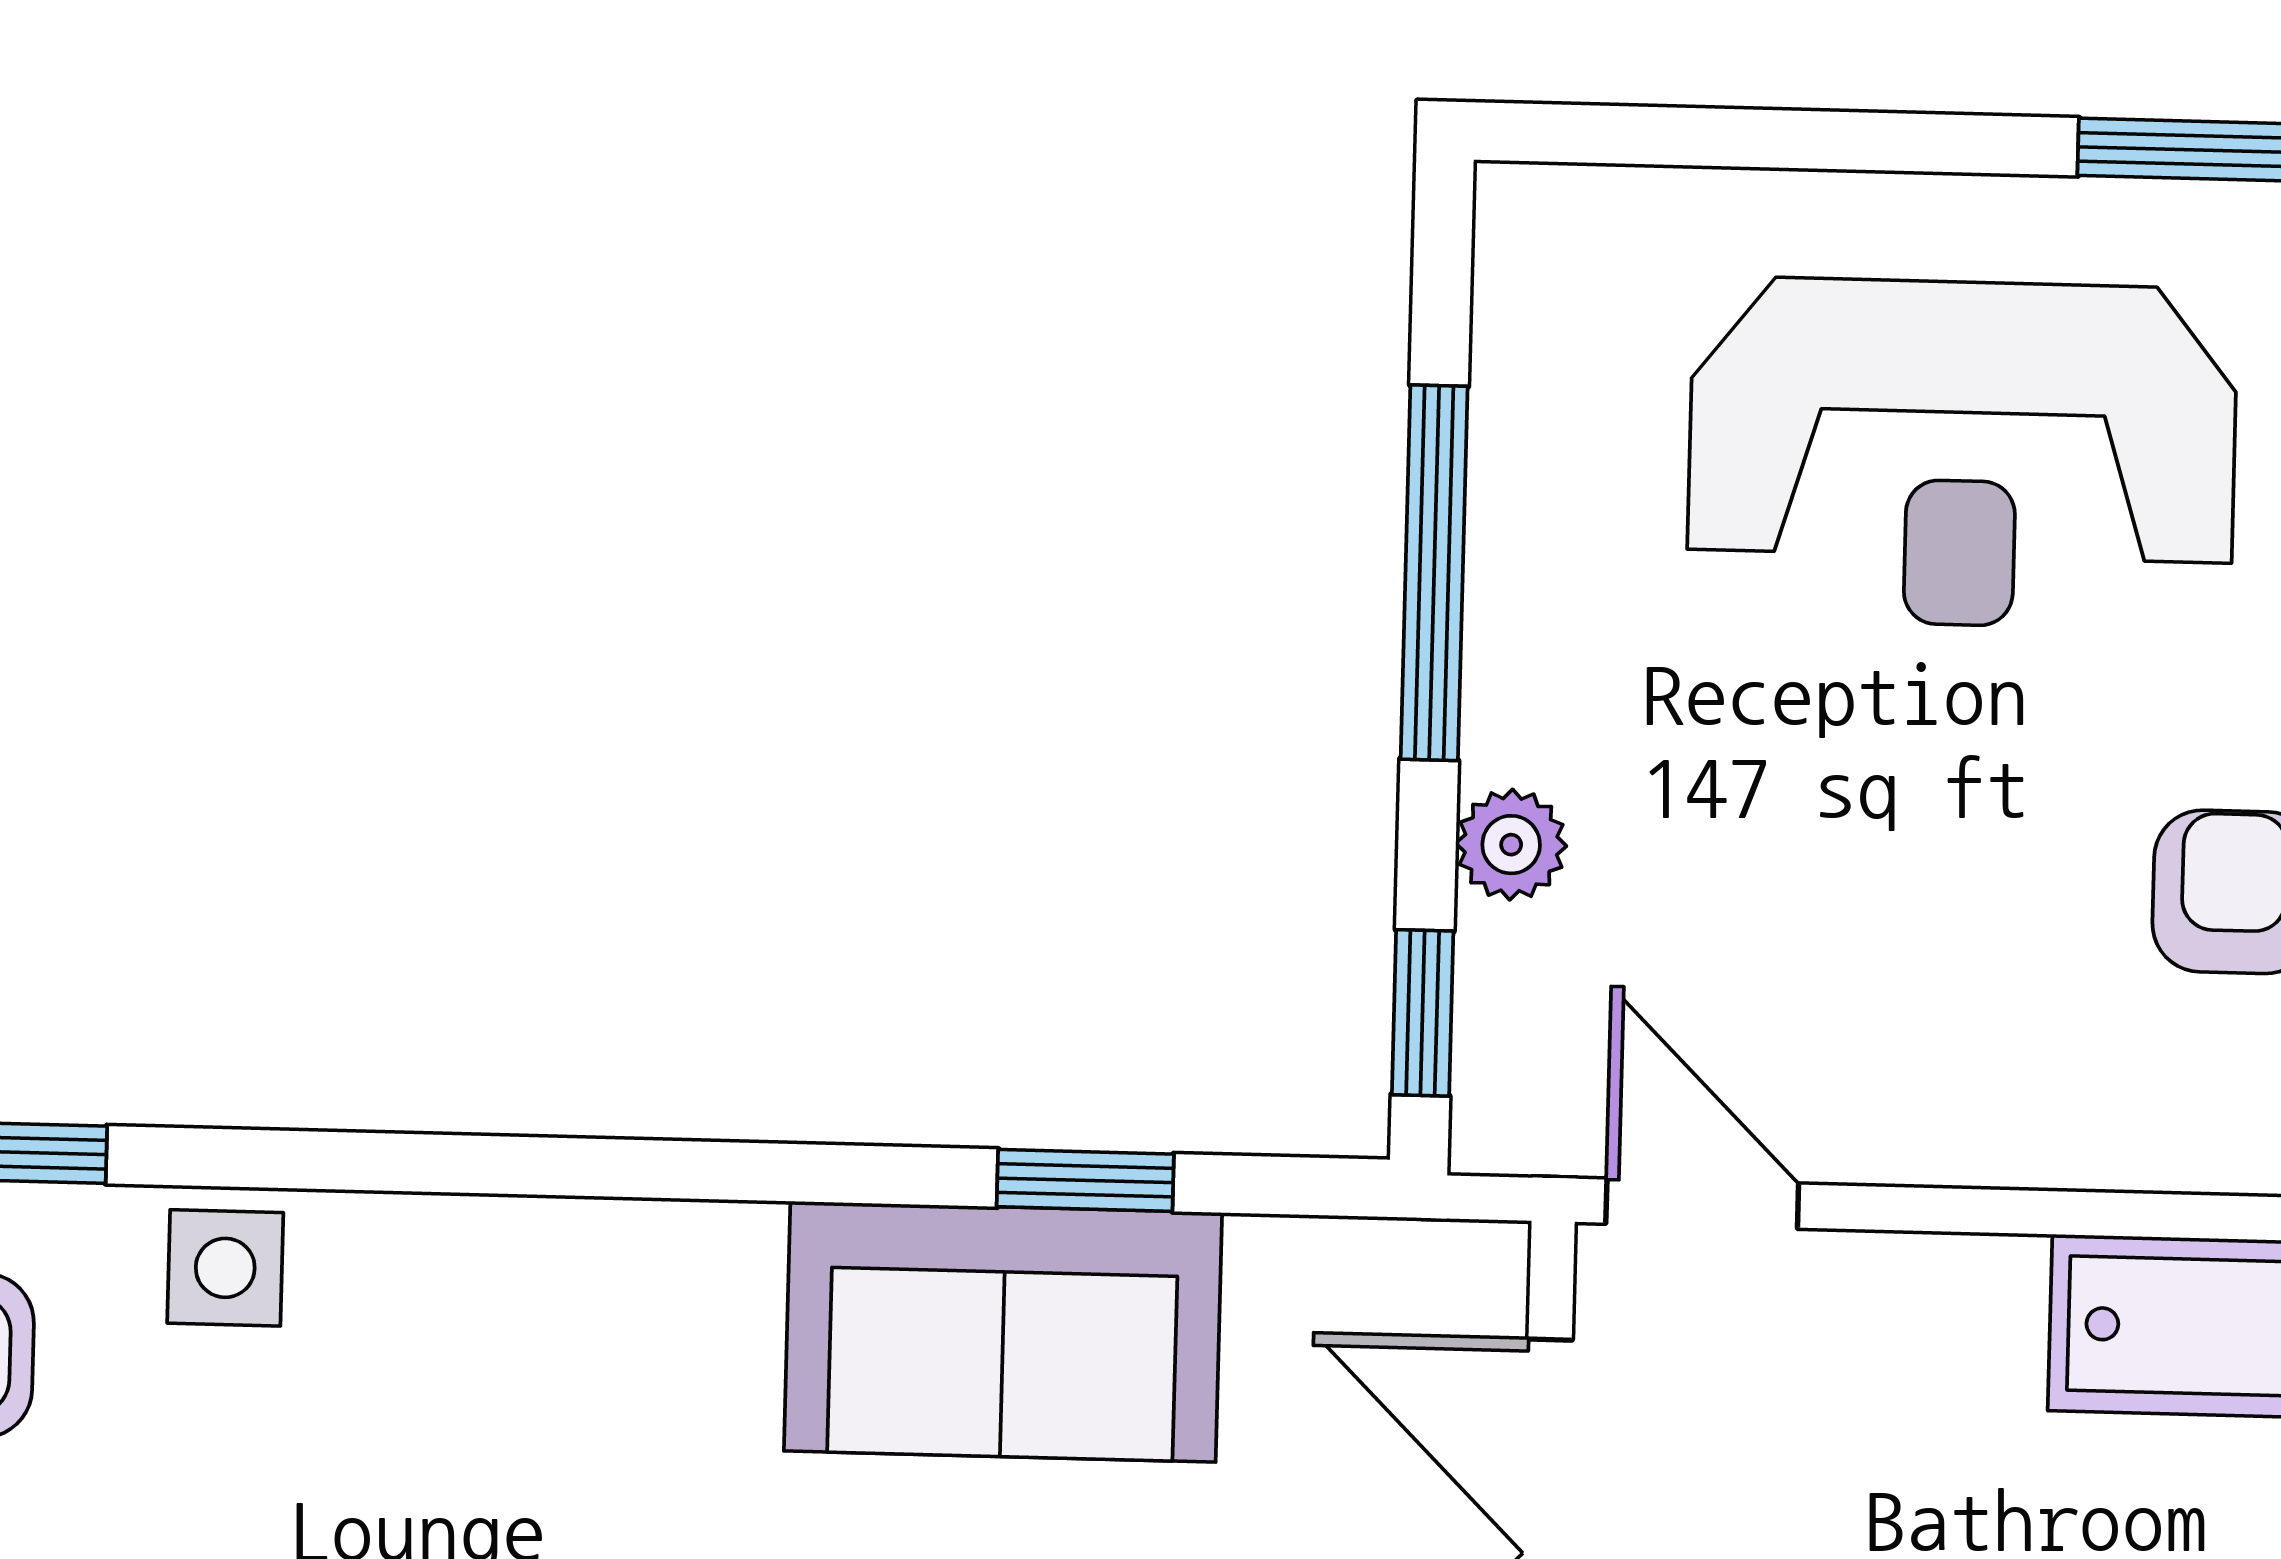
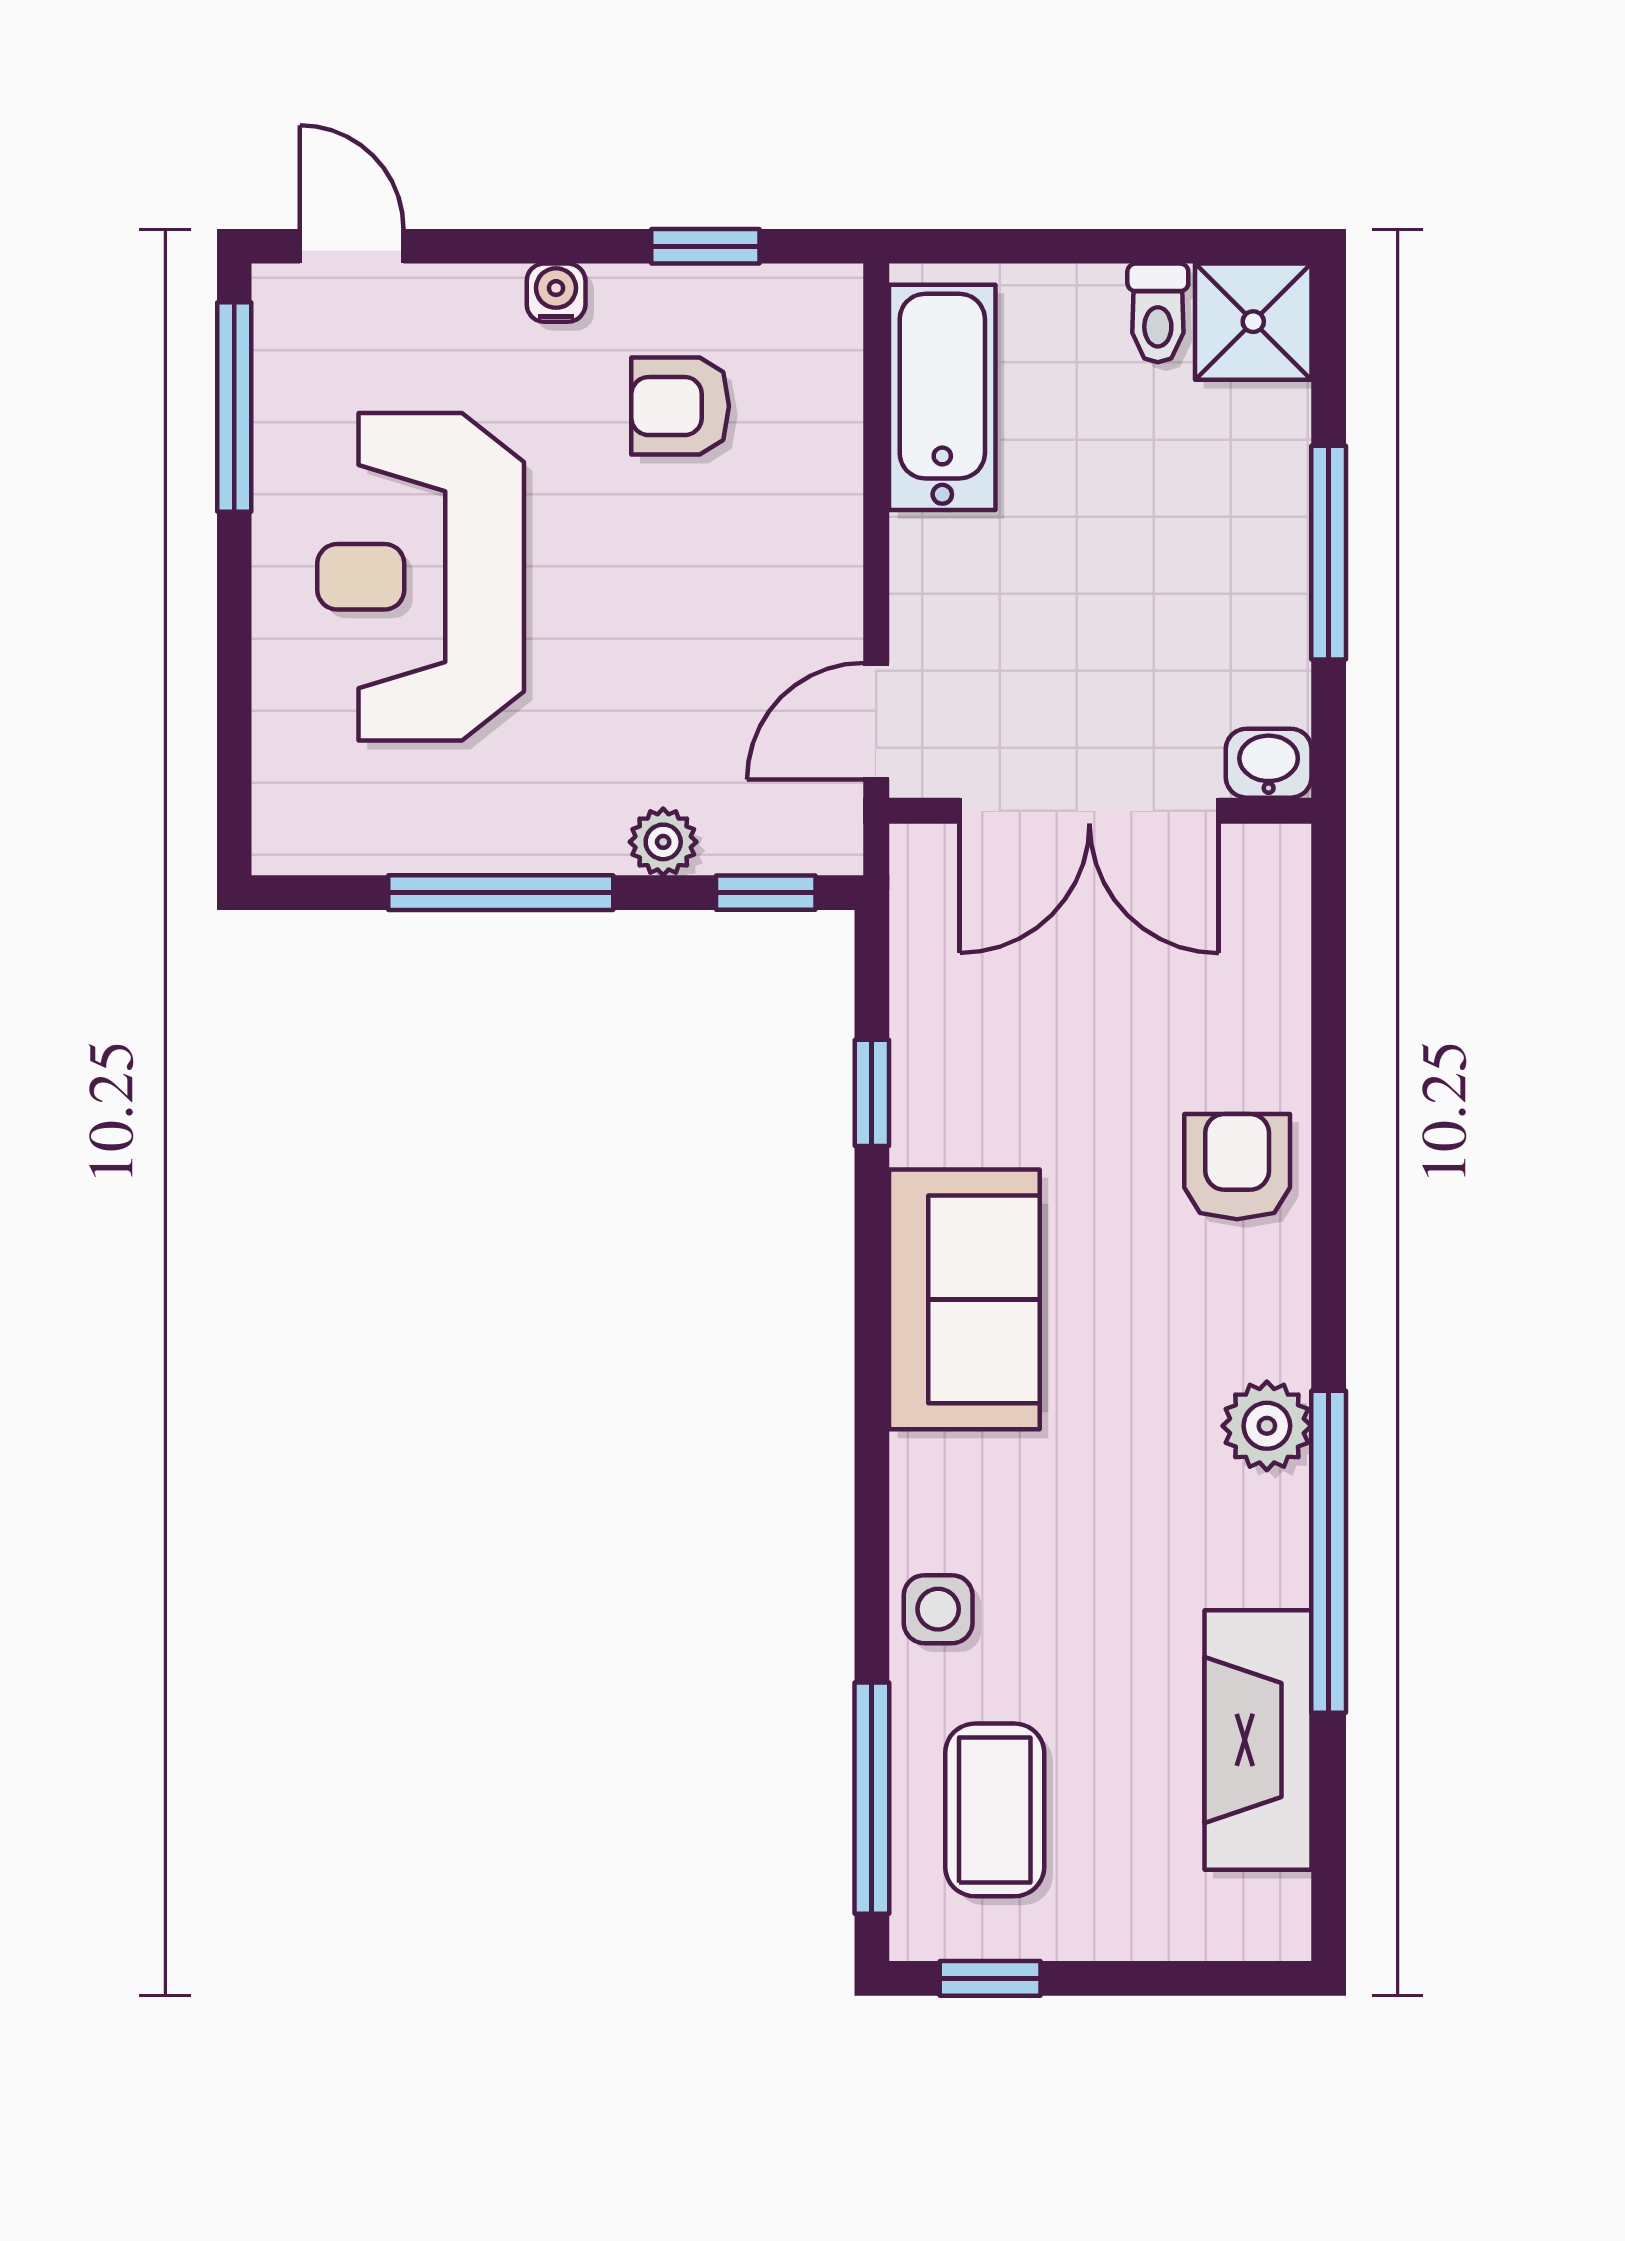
reception desk: (1962, 453) -> (421, 577), turned 180
sofa: (1003, 1332) -> (964, 1299), moved

